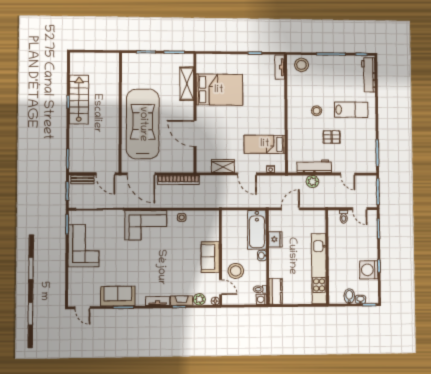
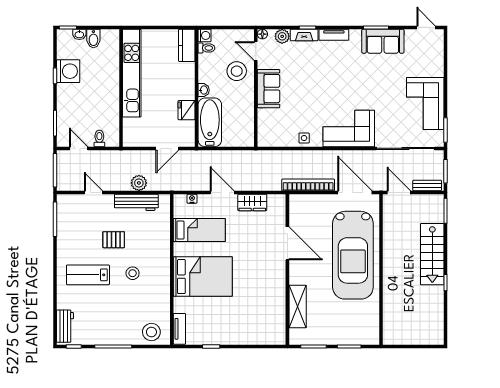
workbench: (368, 75) -> (65, 326), width x0.73
bed: (219, 90) -> (203, 277), moved, turned 180
stairs: (79, 100) -> (432, 254), moved

